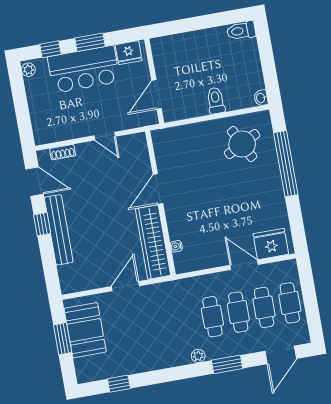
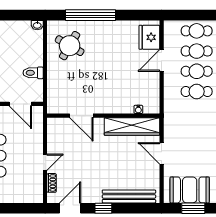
toilet: (216, 101) -> (33, 73), moved
door: (105, 136) -> (45, 162), moved
round table: (242, 144) -> (70, 46), turned -33
door: (158, 189) -> (81, 116), moved
bench: (59, 230) -> (129, 196), moved

